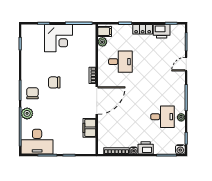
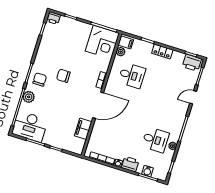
printer: (27, 30) -> (54, 18), added
printer: (162, 31) -> (192, 63), moved
corner desk: (59, 38) -> (102, 42), moved
water cooler: (180, 149) -> (147, 171), moved

